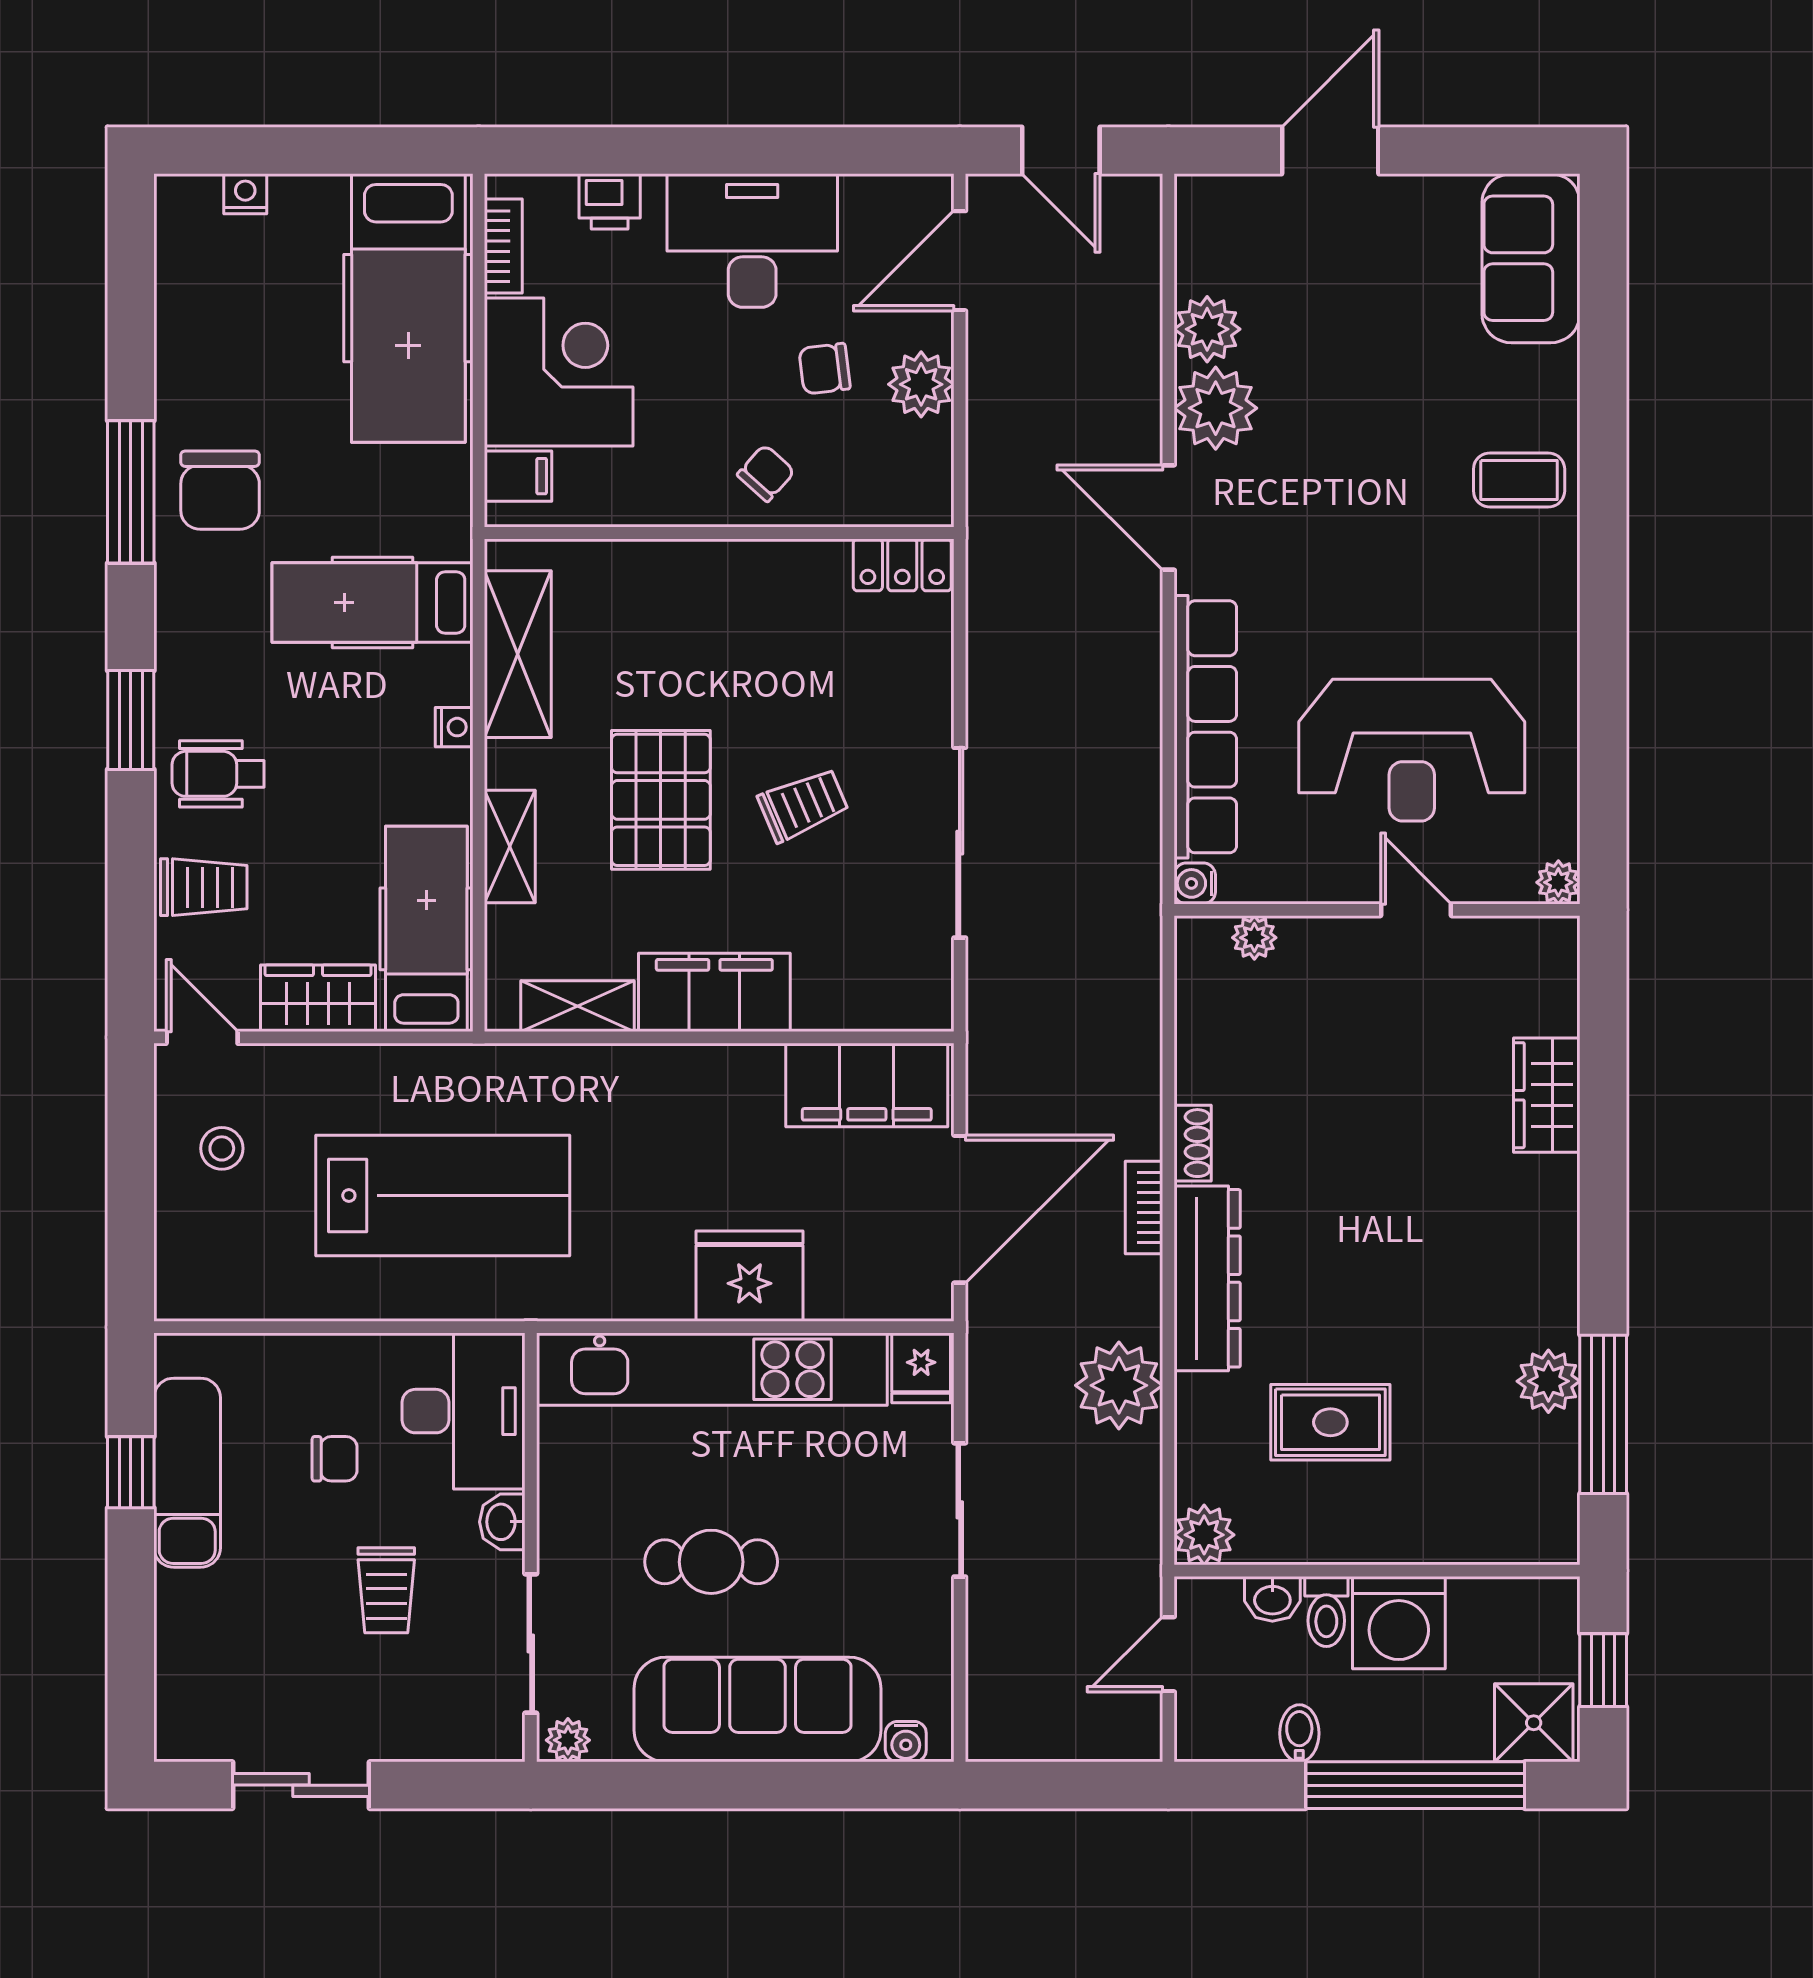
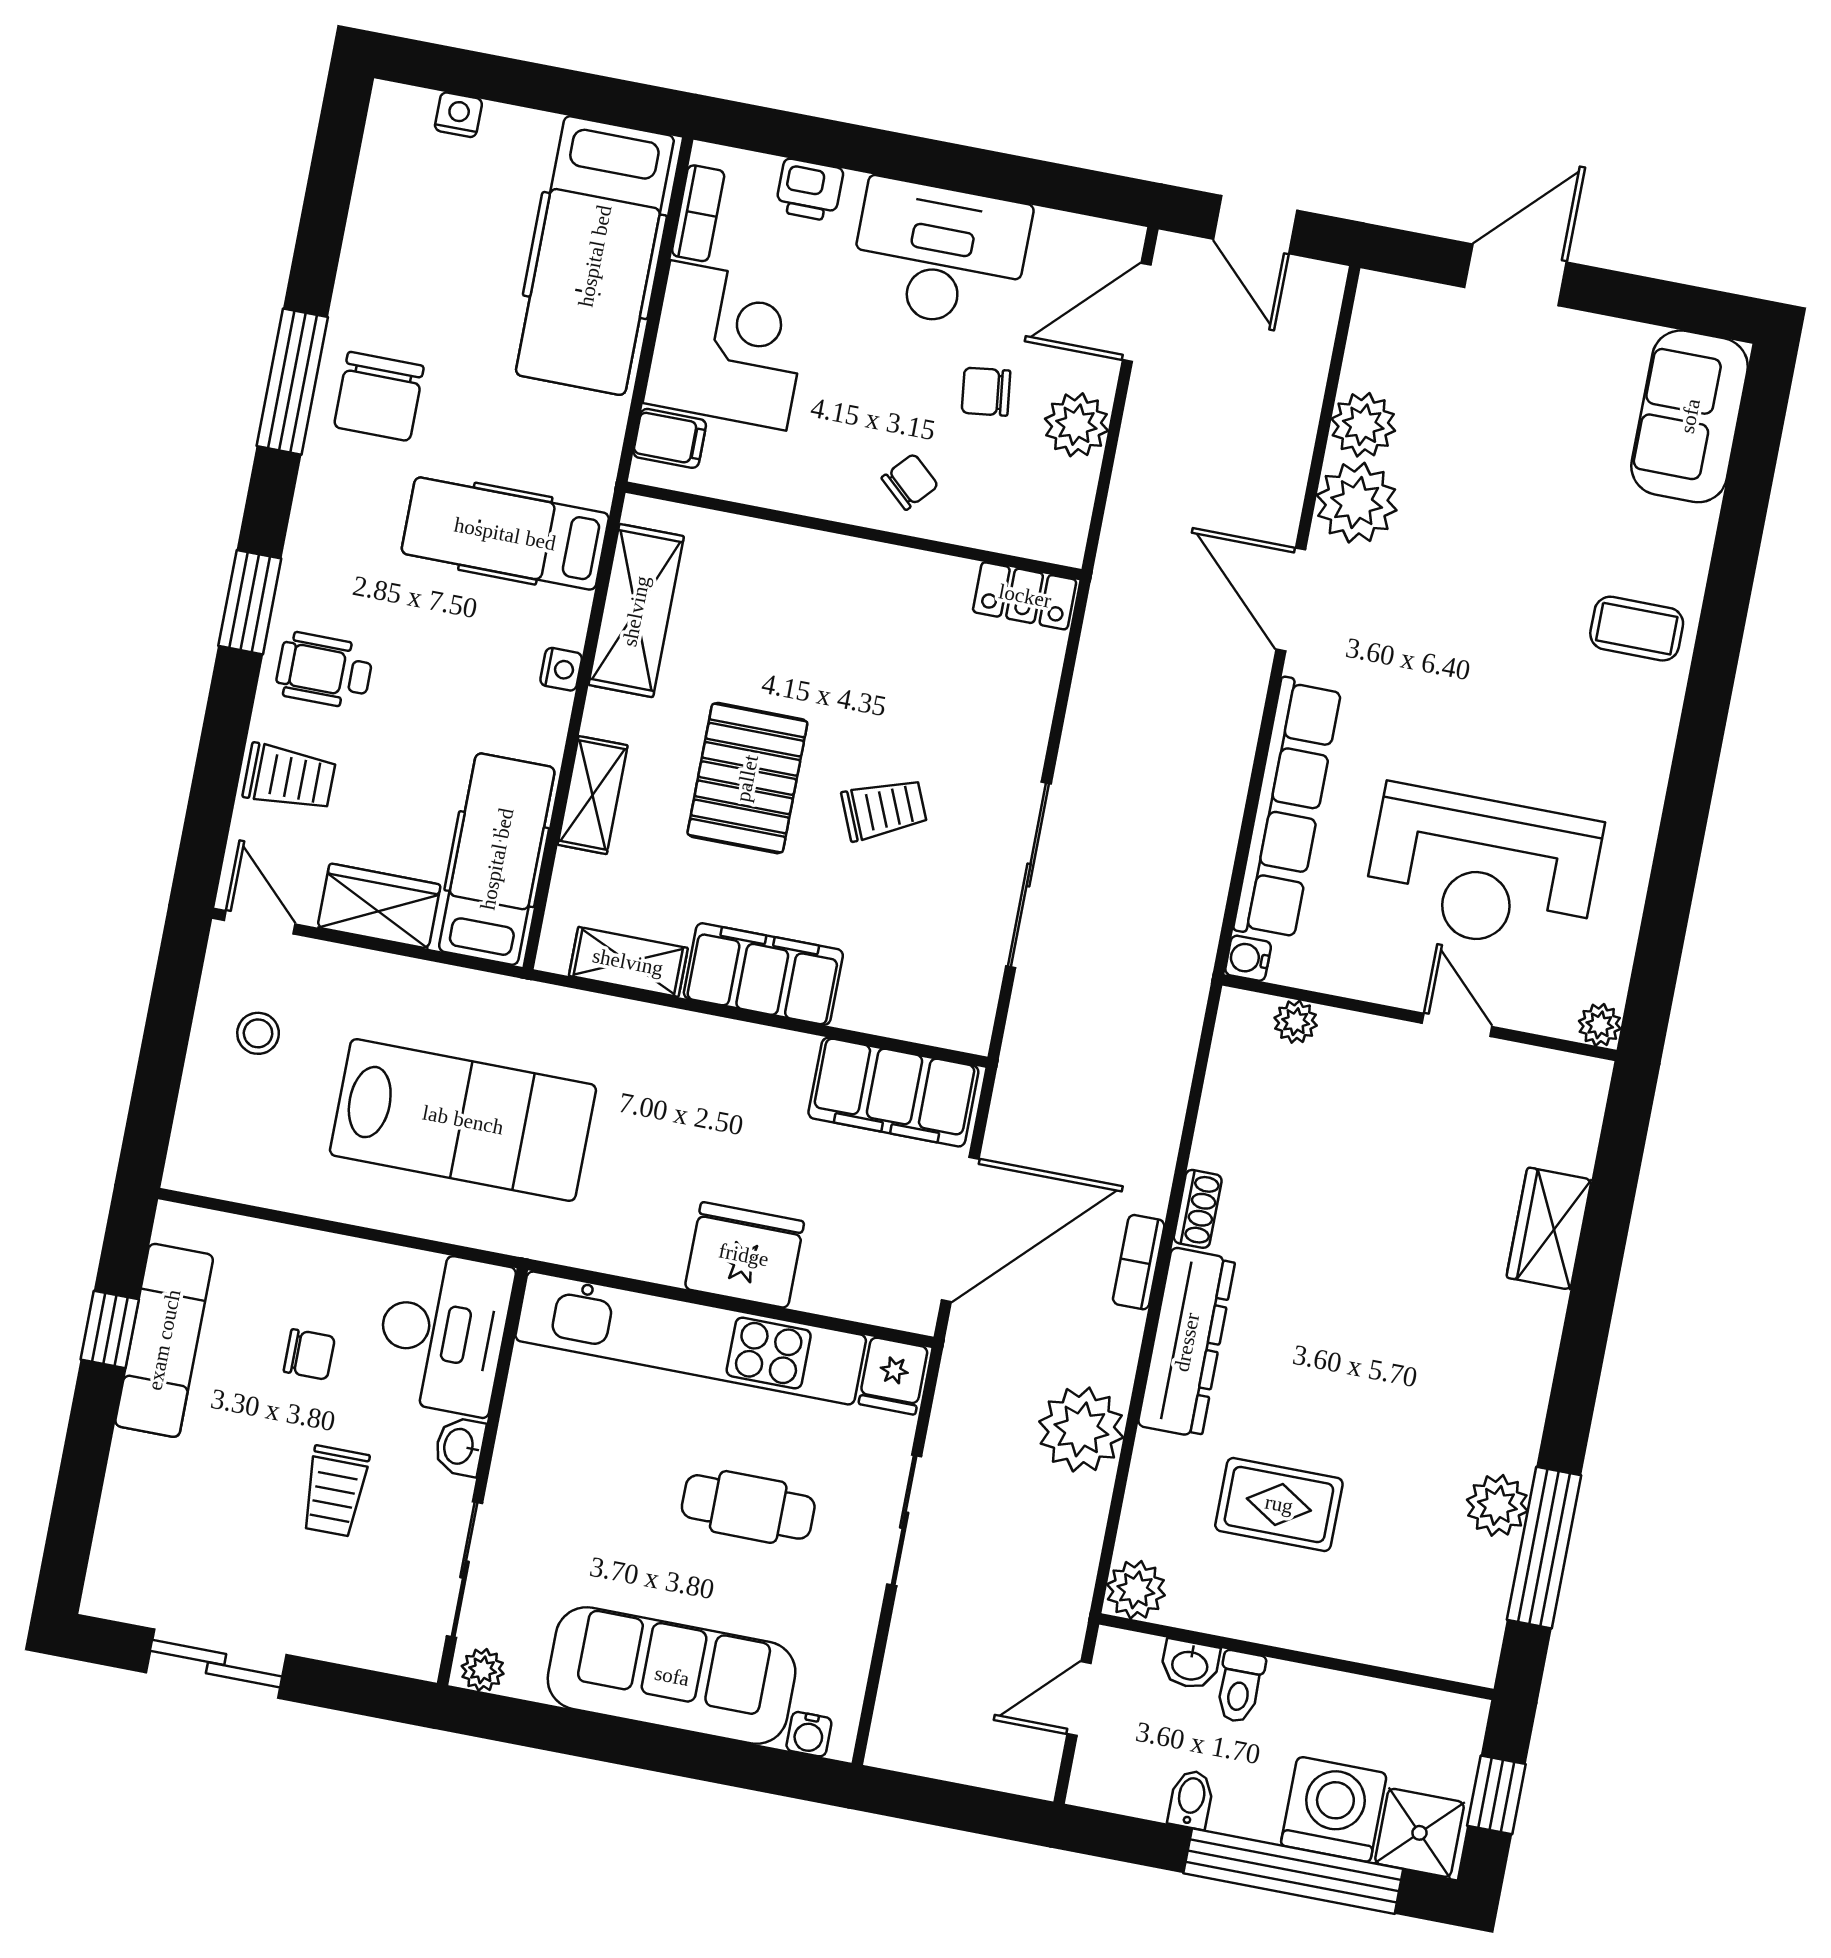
cafe table: (711, 1562) -> (748, 1507), moved
washing machine: (1399, 1623) -> (1334, 1809), moved, turned 180

